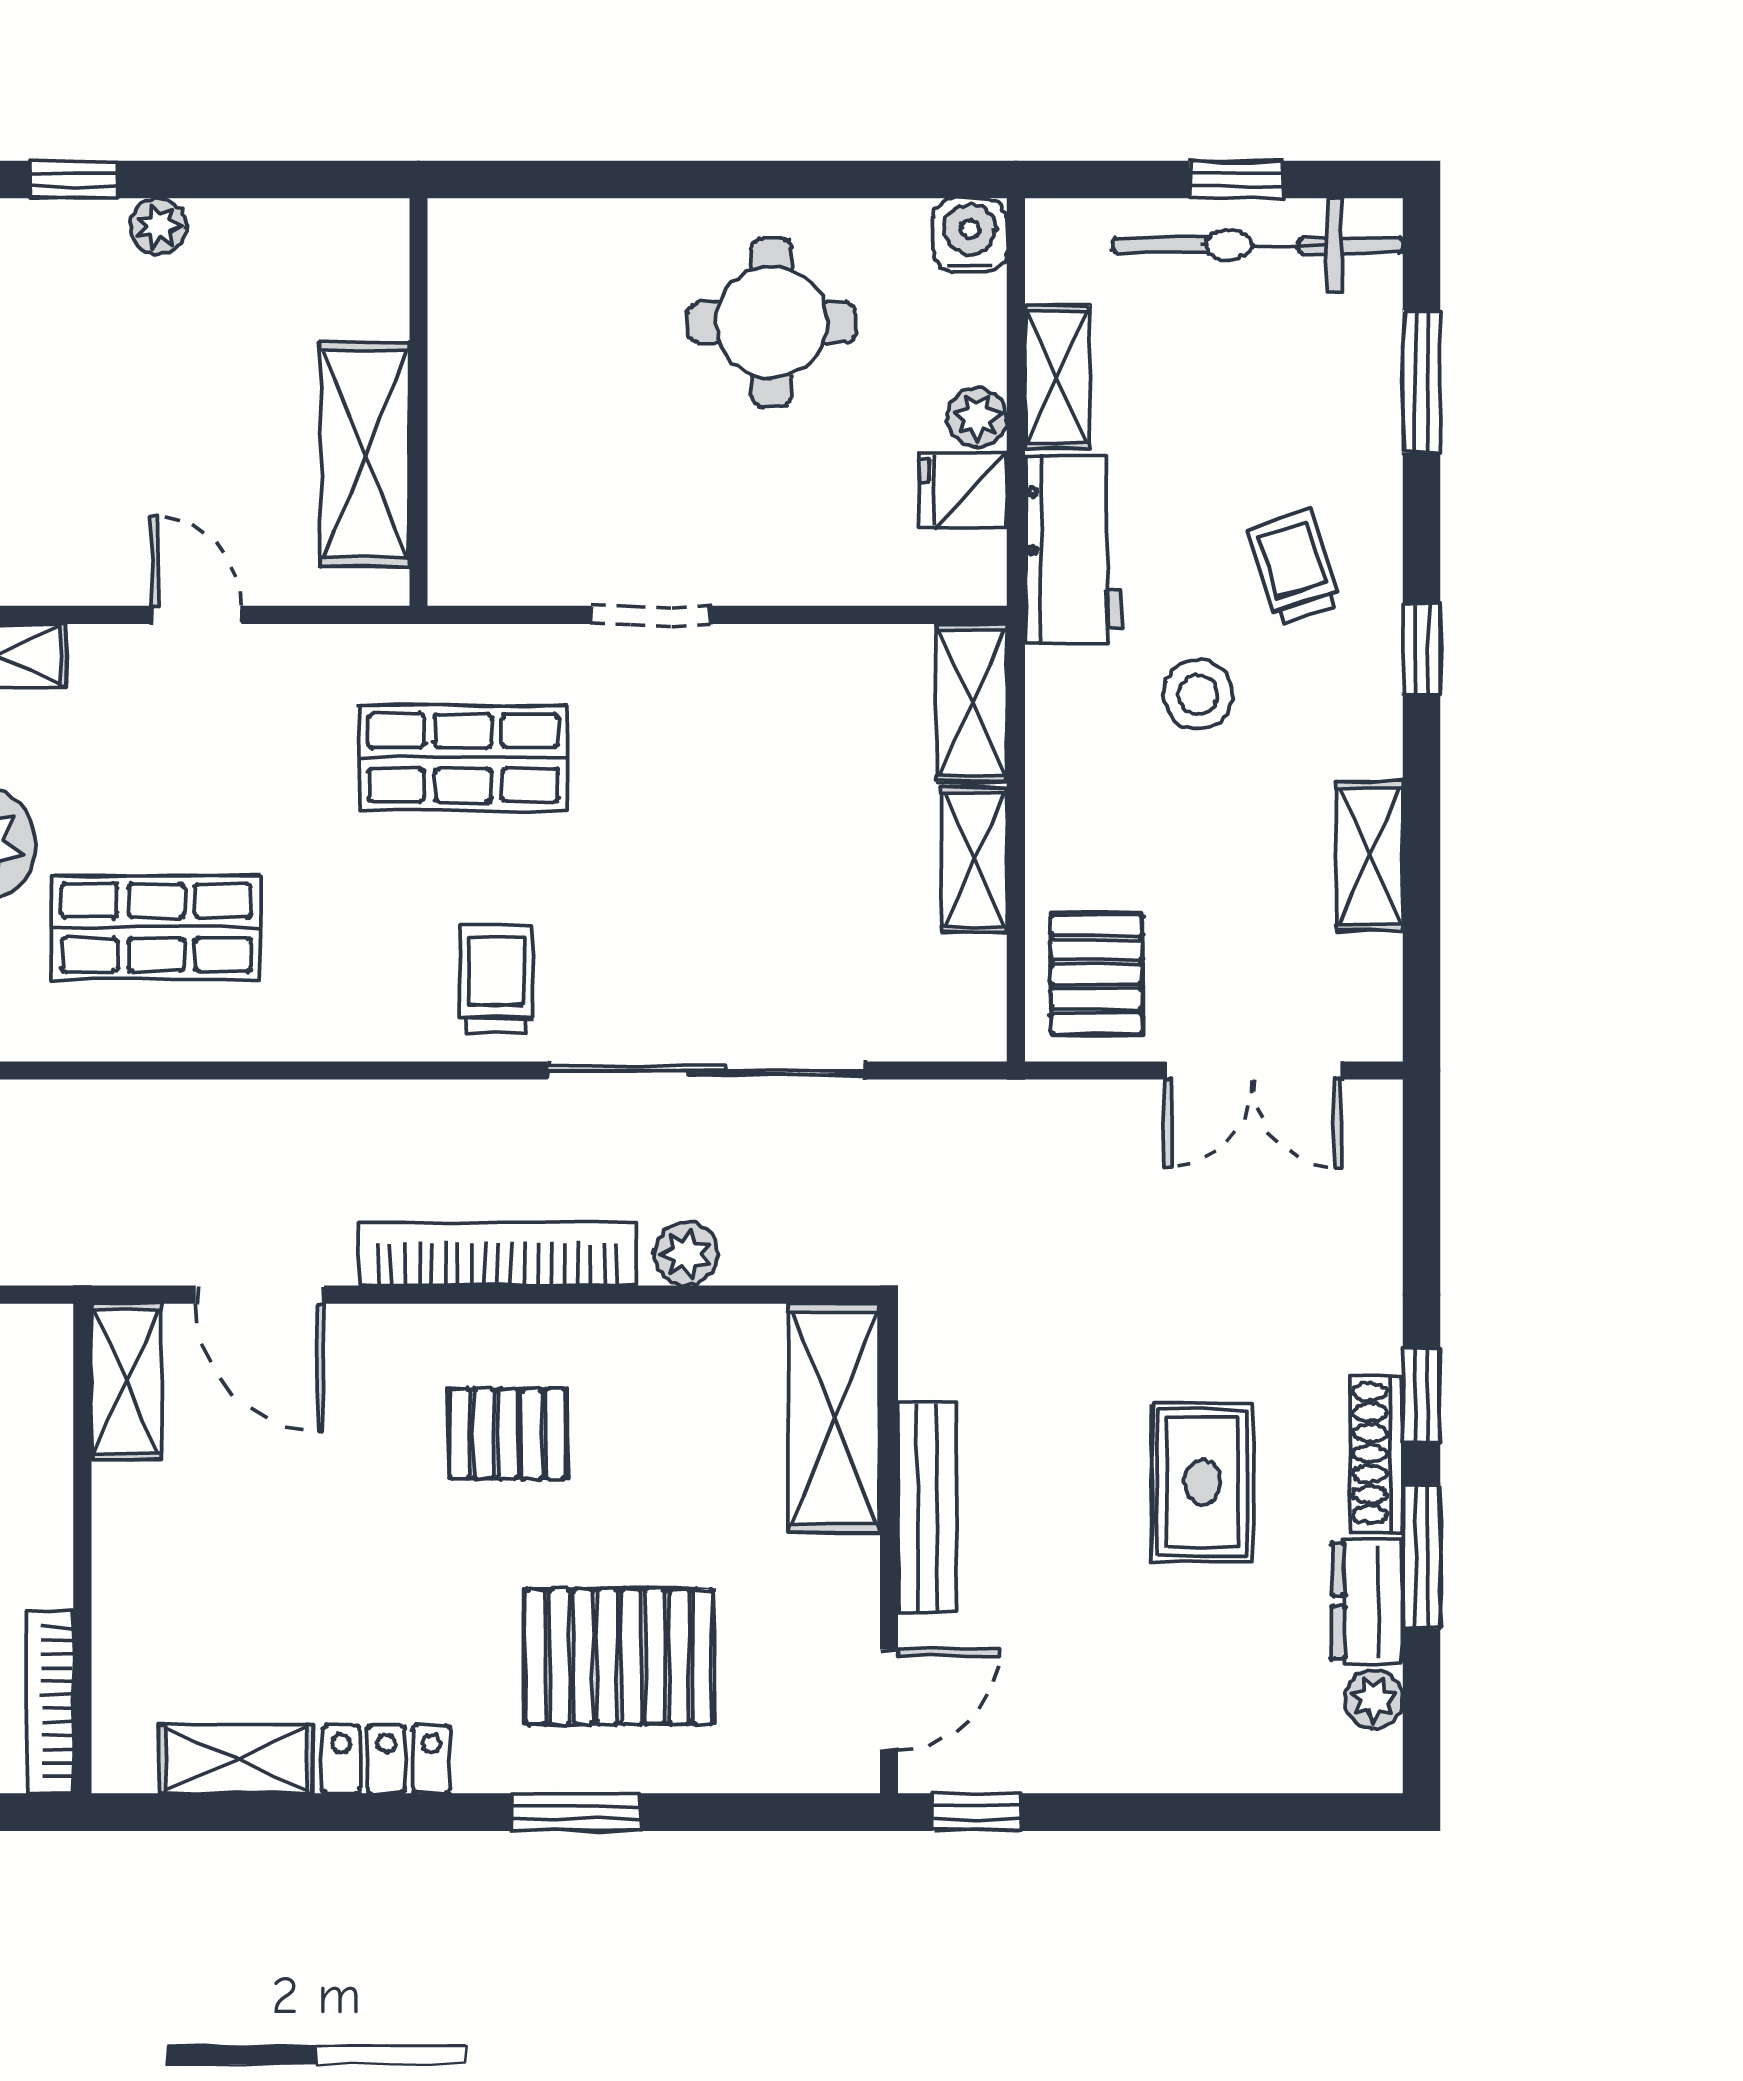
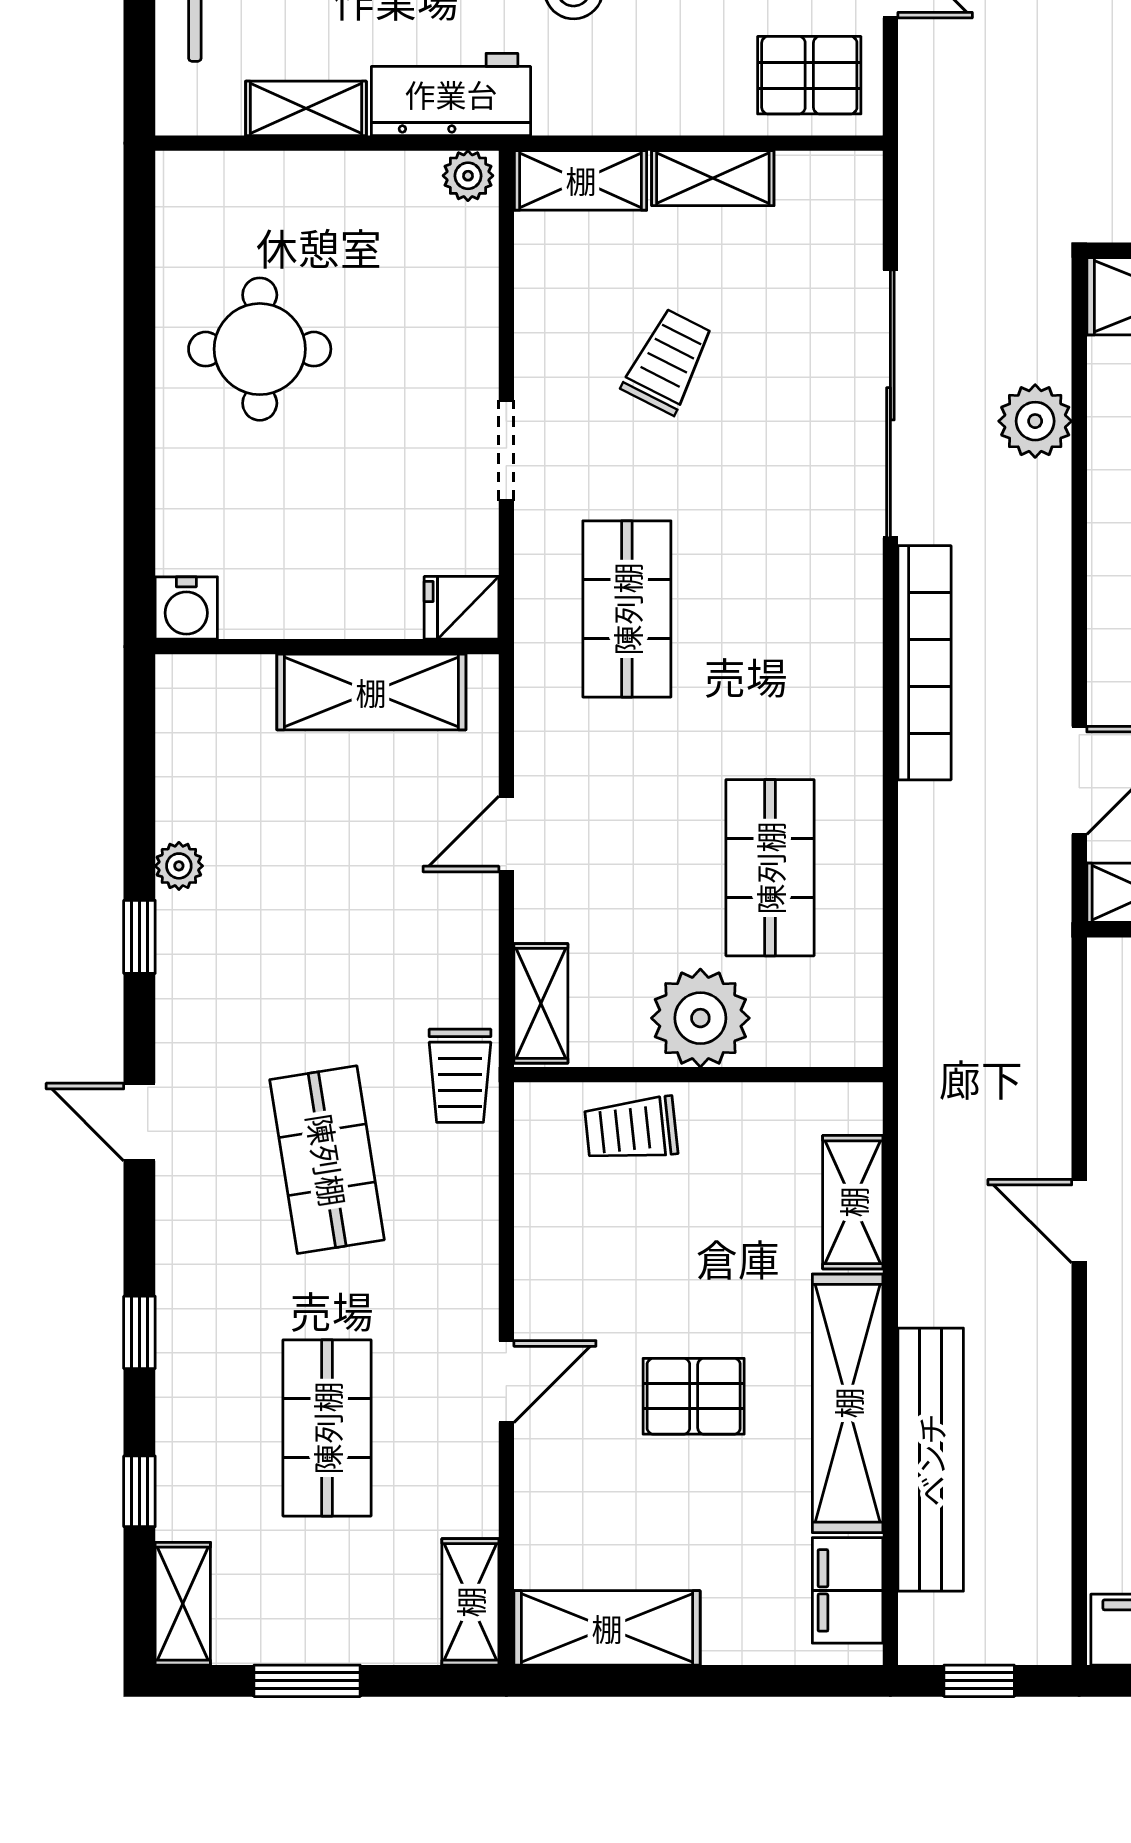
water cooler: (970, 235) -> (186, 608), moved, turned -90
plant: (977, 418) -> (468, 176), moved
fridge: (963, 490) -> (462, 608), moved, turned 90
trolley: (496, 979) -> (668, 361), moved, turned 117
bookcase: (498, 1254) -> (925, 663), moved, turned 180
plant: (686, 1254) -> (1035, 421), width x1.38, depth x1.38

